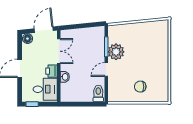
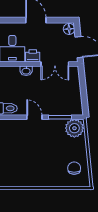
plant: (116, 52) -> (74, 128), moved
chair: (140, 87) -> (74, 168), moved

